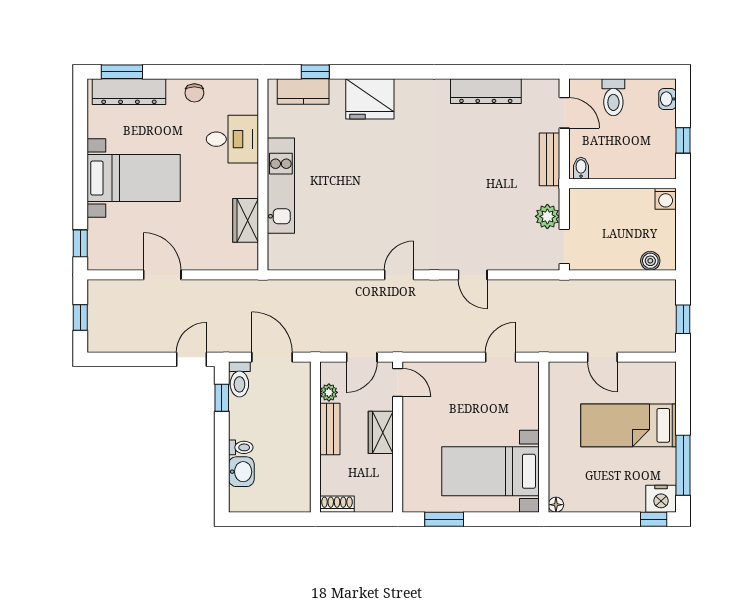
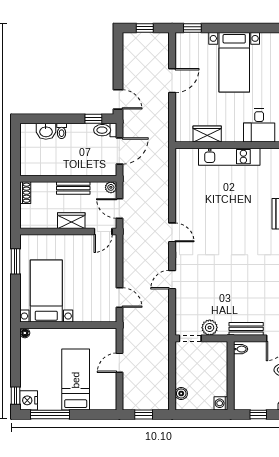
plant: (329, 392) -> (111, 187), moved

